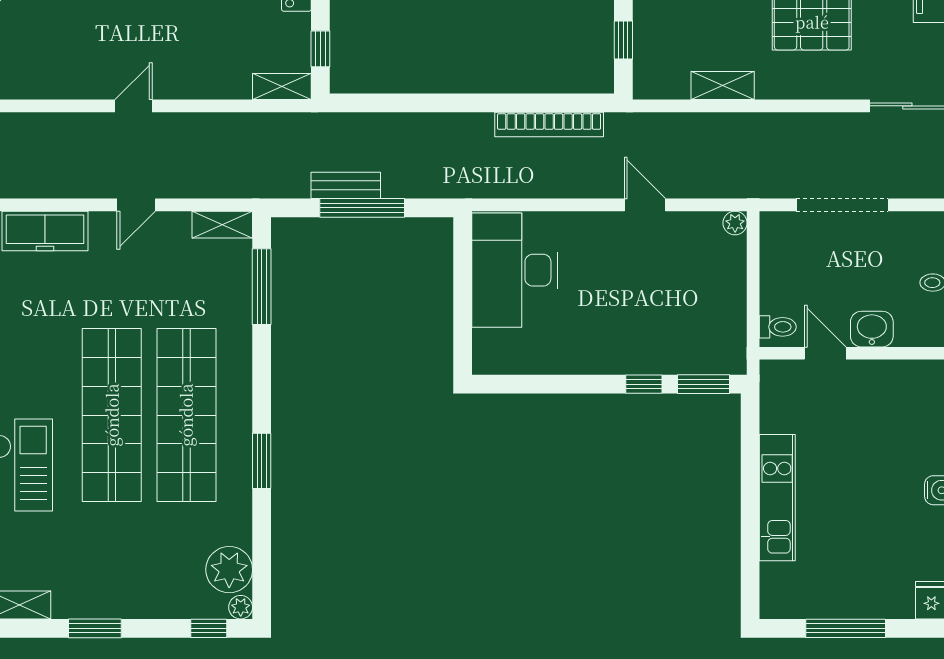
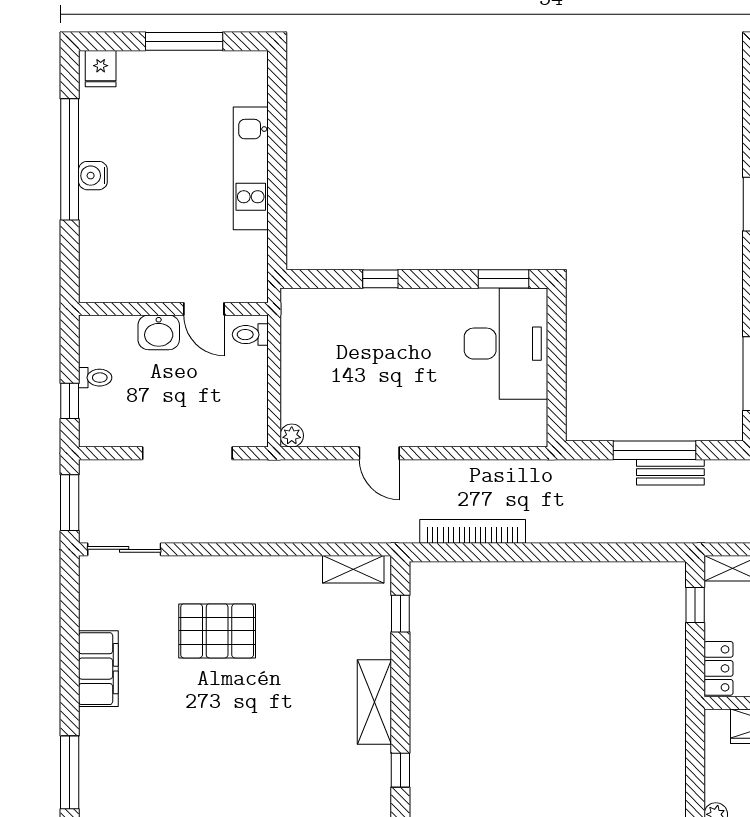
shelving: (723, 86) -> (353, 569), moved
desk: (515, 270) -> (506, 344), moved
window: (703, 384) -> (504, 279), moved

